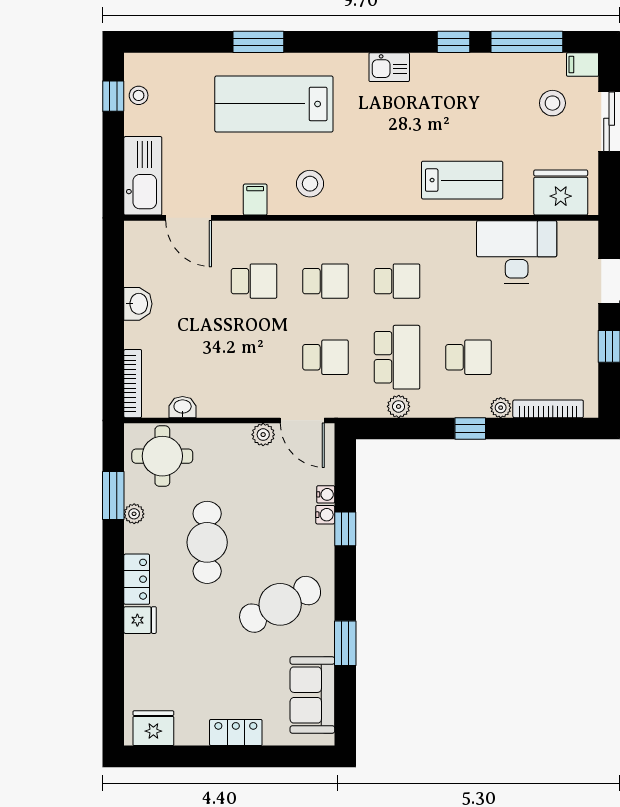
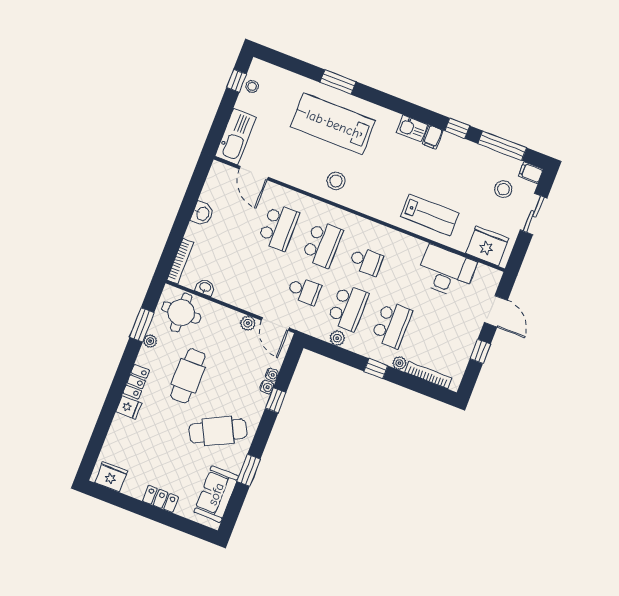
filing cabinet: (255, 200) -> (433, 137), moved, turned 180
school desk: (254, 281) -> (279, 227), width x1.85
school desk: (325, 281) -> (322, 244), width x1.85
school desk: (468, 357) -> (392, 325), width x1.85

